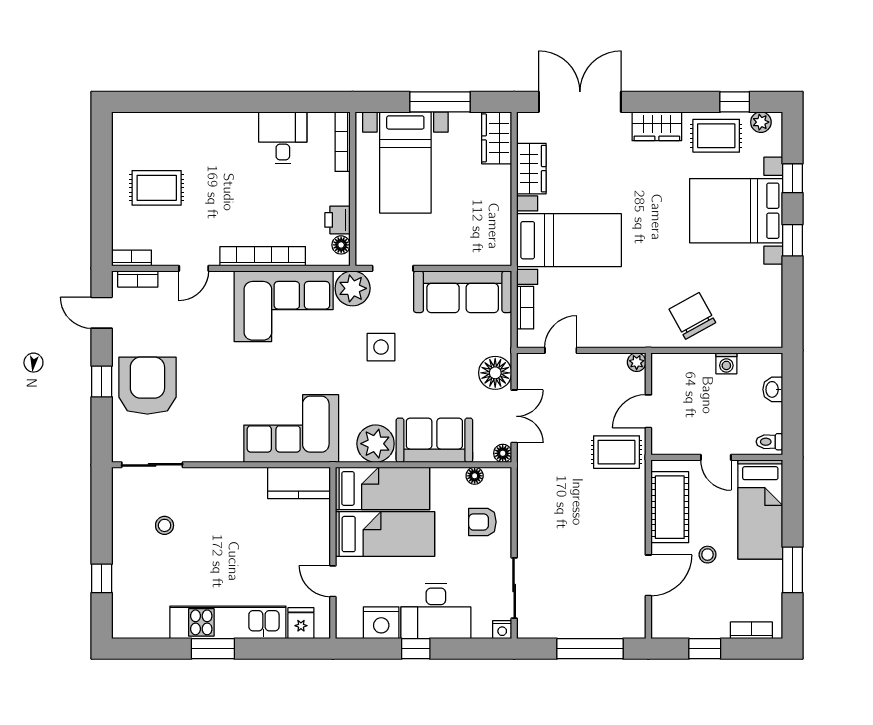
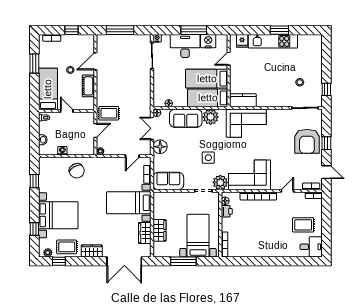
desk: (283, 138) -> (311, 247), moved, turned -90
wardrobe: (497, 138) -> (159, 230), moved
window: (793, 240) -> (34, 181), moved
sofa: (463, 292) -> (168, 181), width x0.73
cot: (670, 507) -> (88, 86), width x0.73, depth x0.75
armchair: (482, 522) -> (165, 84), removed
window: (102, 578) -> (326, 89), moved
door: (333, 581) -> (229, 59), swing flipped
window: (416, 649) -> (194, 30), width x2.17

